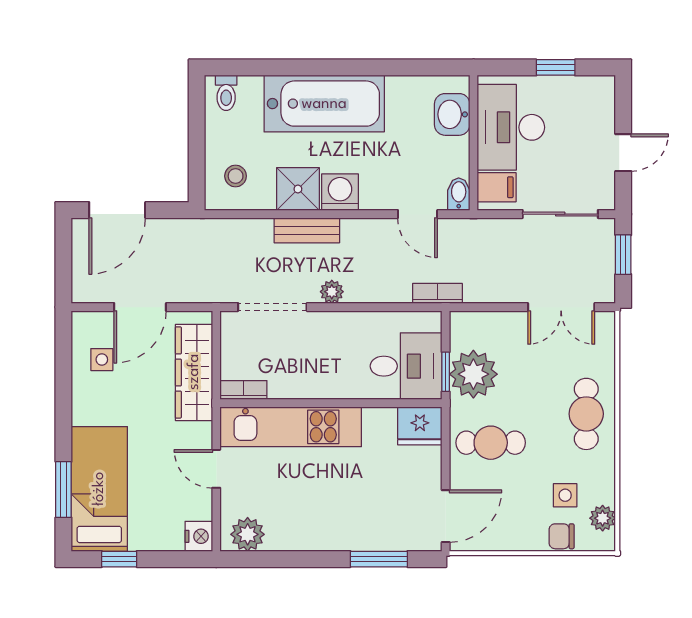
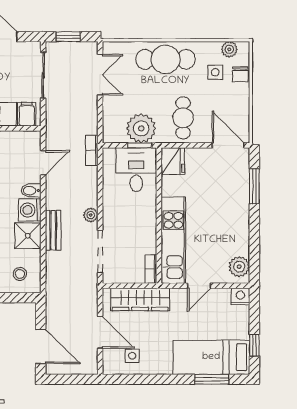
bidet: (459, 194) -> (31, 191), moved
cafe table: (586, 414) -> (165, 59), width x1.37, depth x1.35

